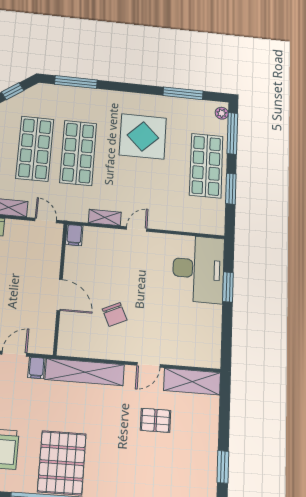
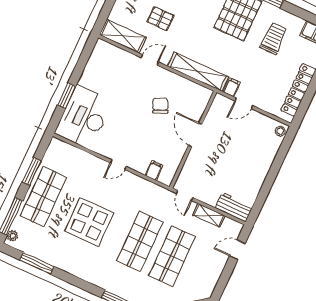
display table: (143, 136) -> (89, 222), moved
shelving: (105, 218) -> (139, 182), removed
filing cabinet: (74, 235) -> (154, 170), moved

